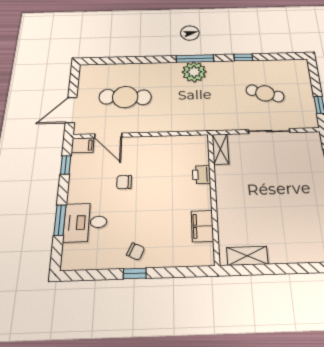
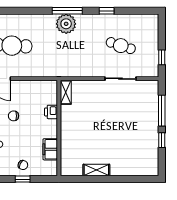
shelving: (220, 149) -> (66, 92), moved
printer: (201, 175) -> (51, 112), moved
wall: (213, 196) -> (59, 128), moved
filing cabinet: (202, 226) -> (50, 149), moved

